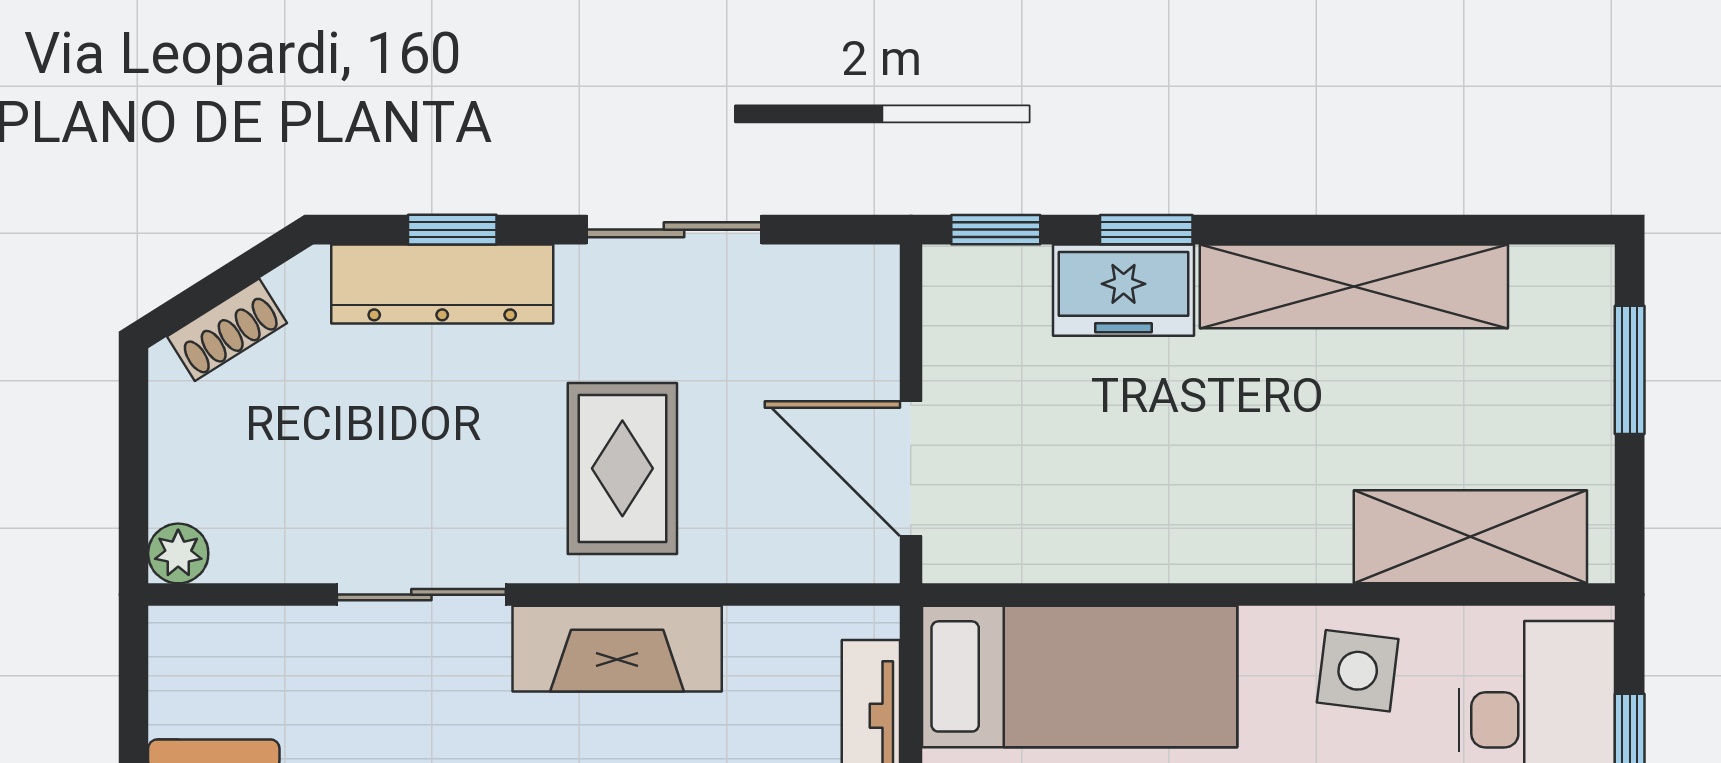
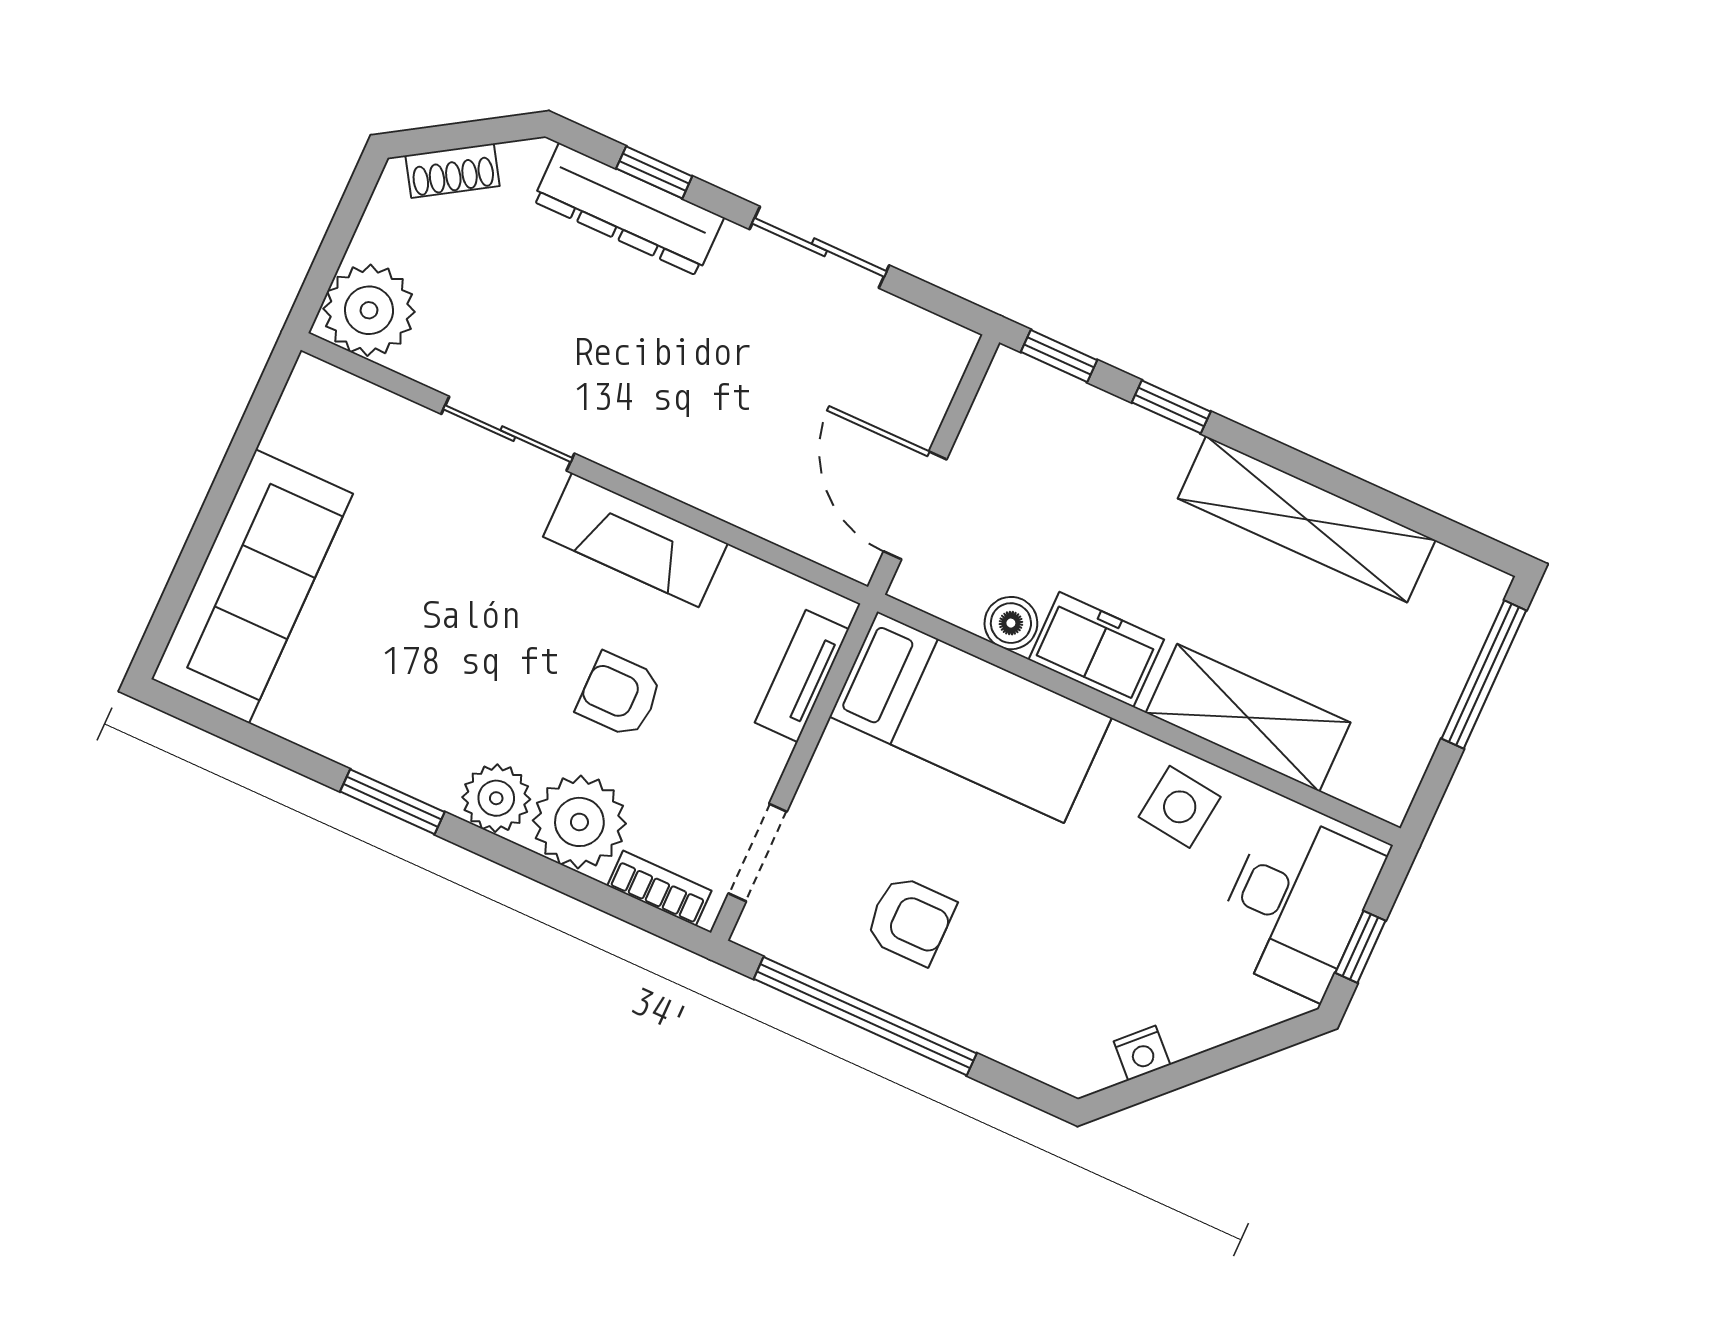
freezer: (1124, 290) -> (1096, 650), moved, turned 180
window: (1630, 370) -> (1484, 675), width x1.44
rug: (622, 468) -> (700, 408), removed
shelving: (1470, 537) -> (1248, 718), moved
boiler: (1077, 551) -> (1011, 623), added
plant: (178, 553) -> (369, 310), width x1.87, depth x1.87

